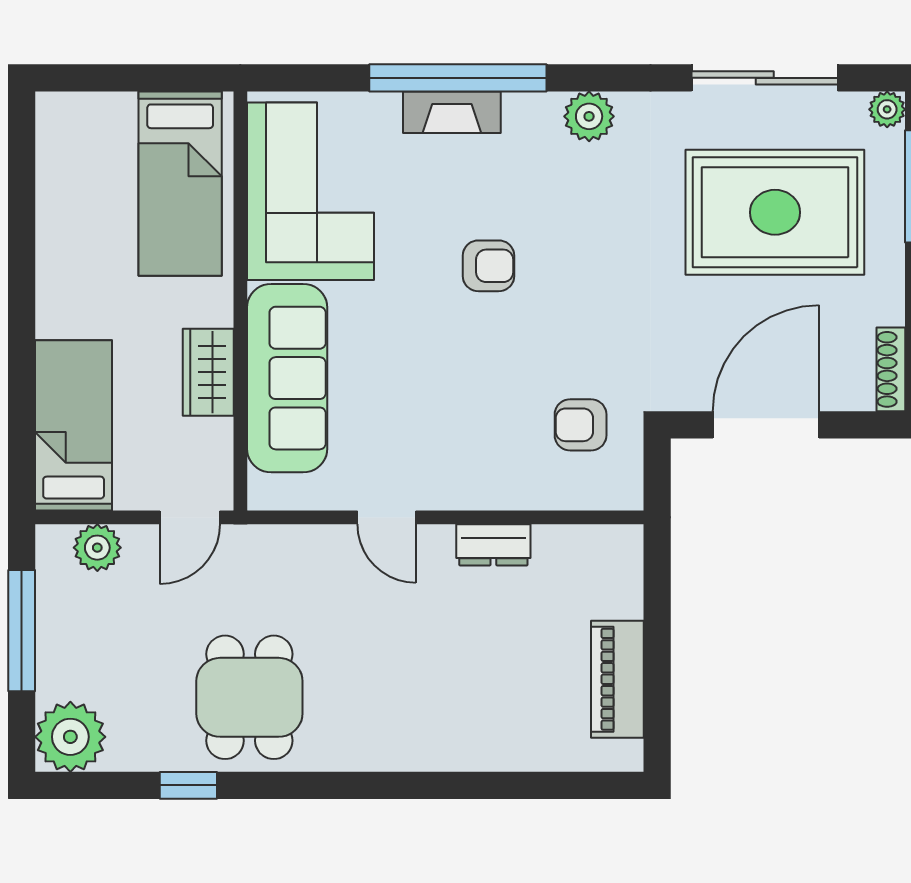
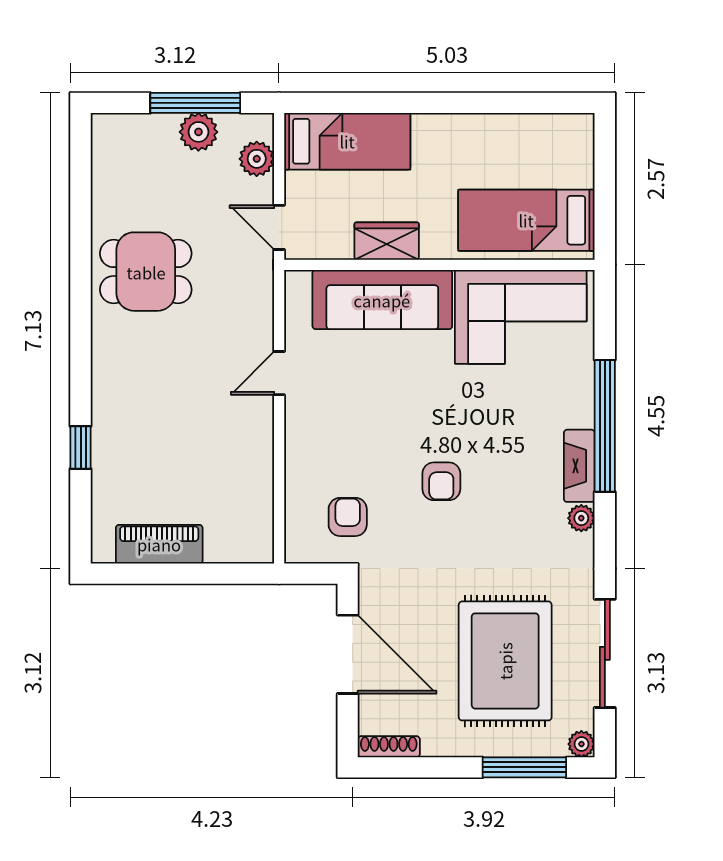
fireplace: (452, 112) -> (579, 466), moved
plant: (589, 116) -> (581, 518), width x0.73, depth x0.73
armchair: (488, 266) -> (441, 481), moved
dresser: (493, 545) -> (259, 452), removed
plant: (70, 737) -> (198, 132), moved, width x0.73, depth x0.73
window: (188, 785) -> (81, 447), moved

